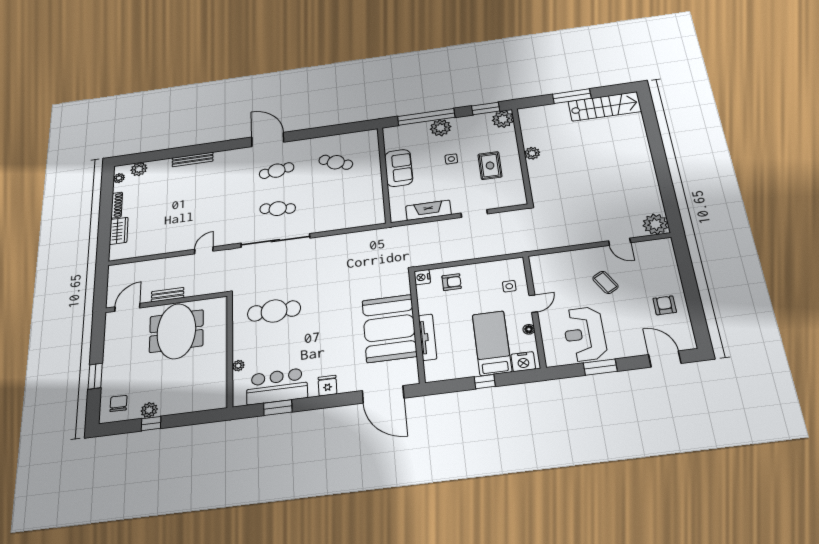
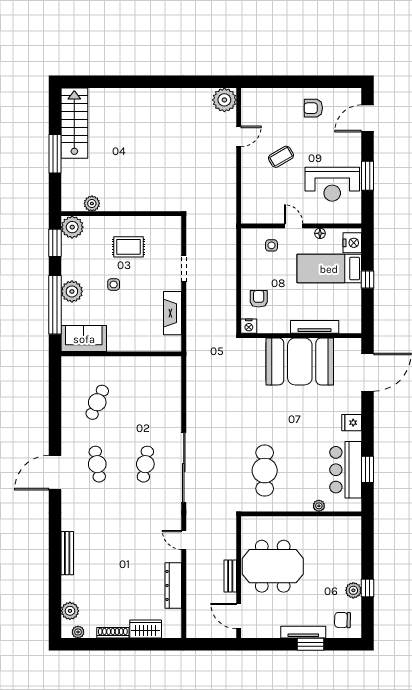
plant: (532, 153) -> (92, 204), moved
sofa: (399, 168) -> (84, 339), moved
dresser: (160, 248) -> (173, 585), added
tv unit: (108, 368) -> (303, 632), added

